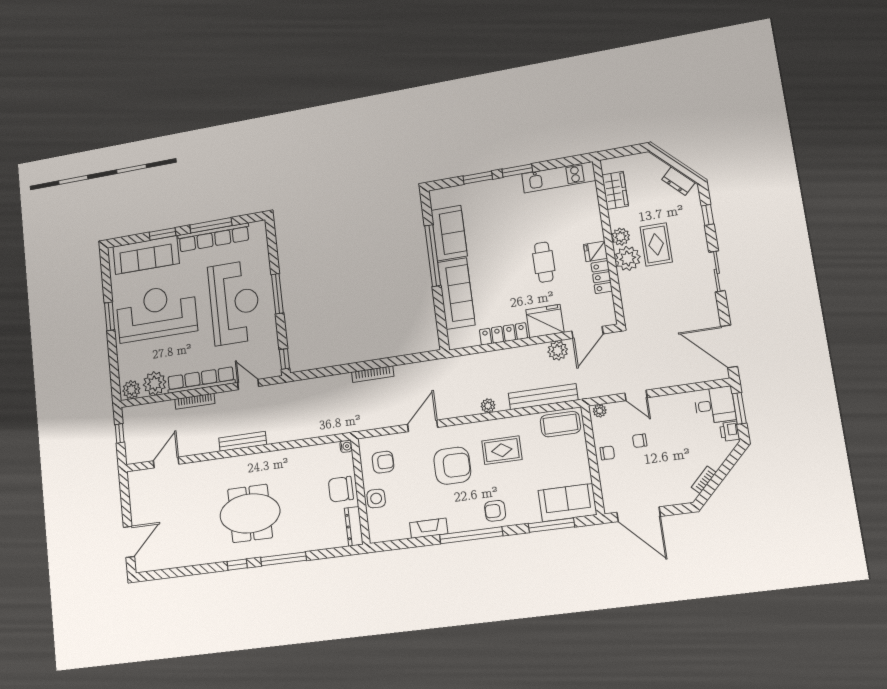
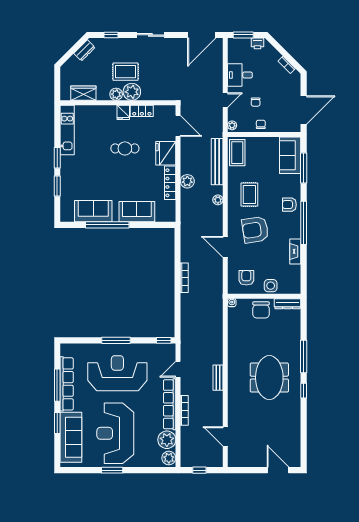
sofa: (456, 294) -> (137, 212), width x0.73
plant: (558, 351) -> (187, 181), moved
desk: (715, 405) -> (240, 75), moved, turned -90
bench: (243, 441) -> (218, 378), width x0.73
armchair: (452, 466) -> (255, 230), turned -99
armchair: (495, 511) -> (289, 205), turned 90

